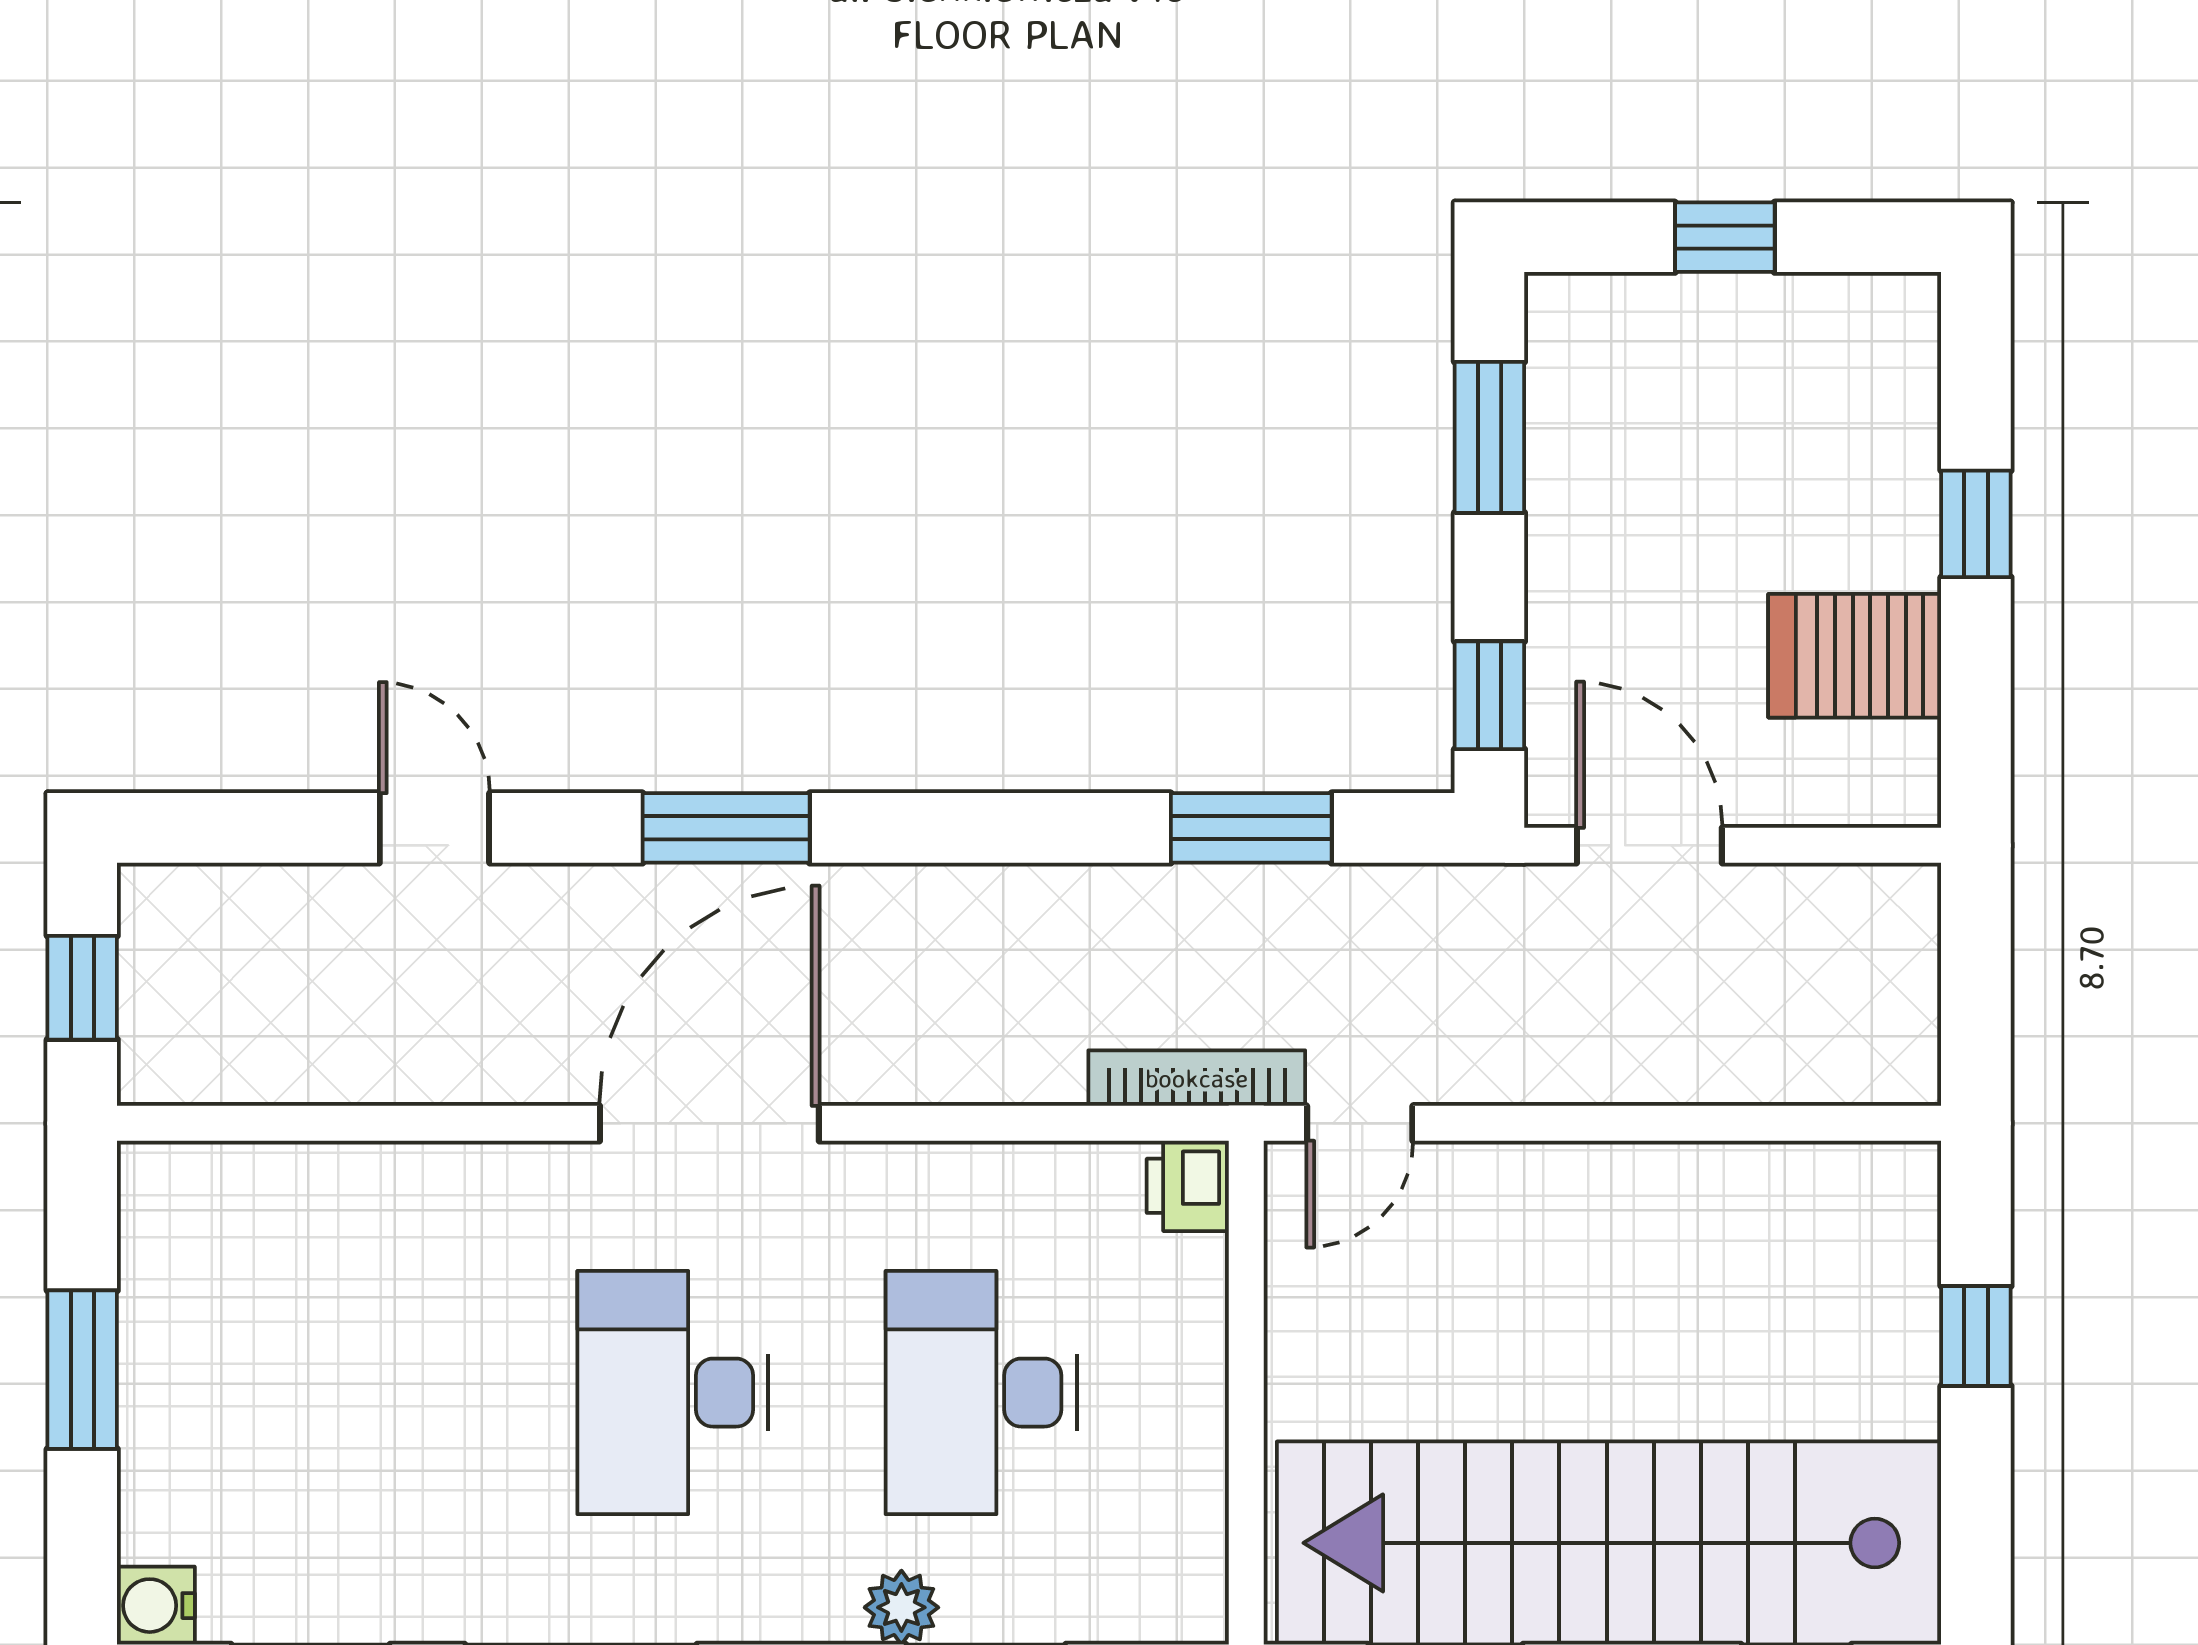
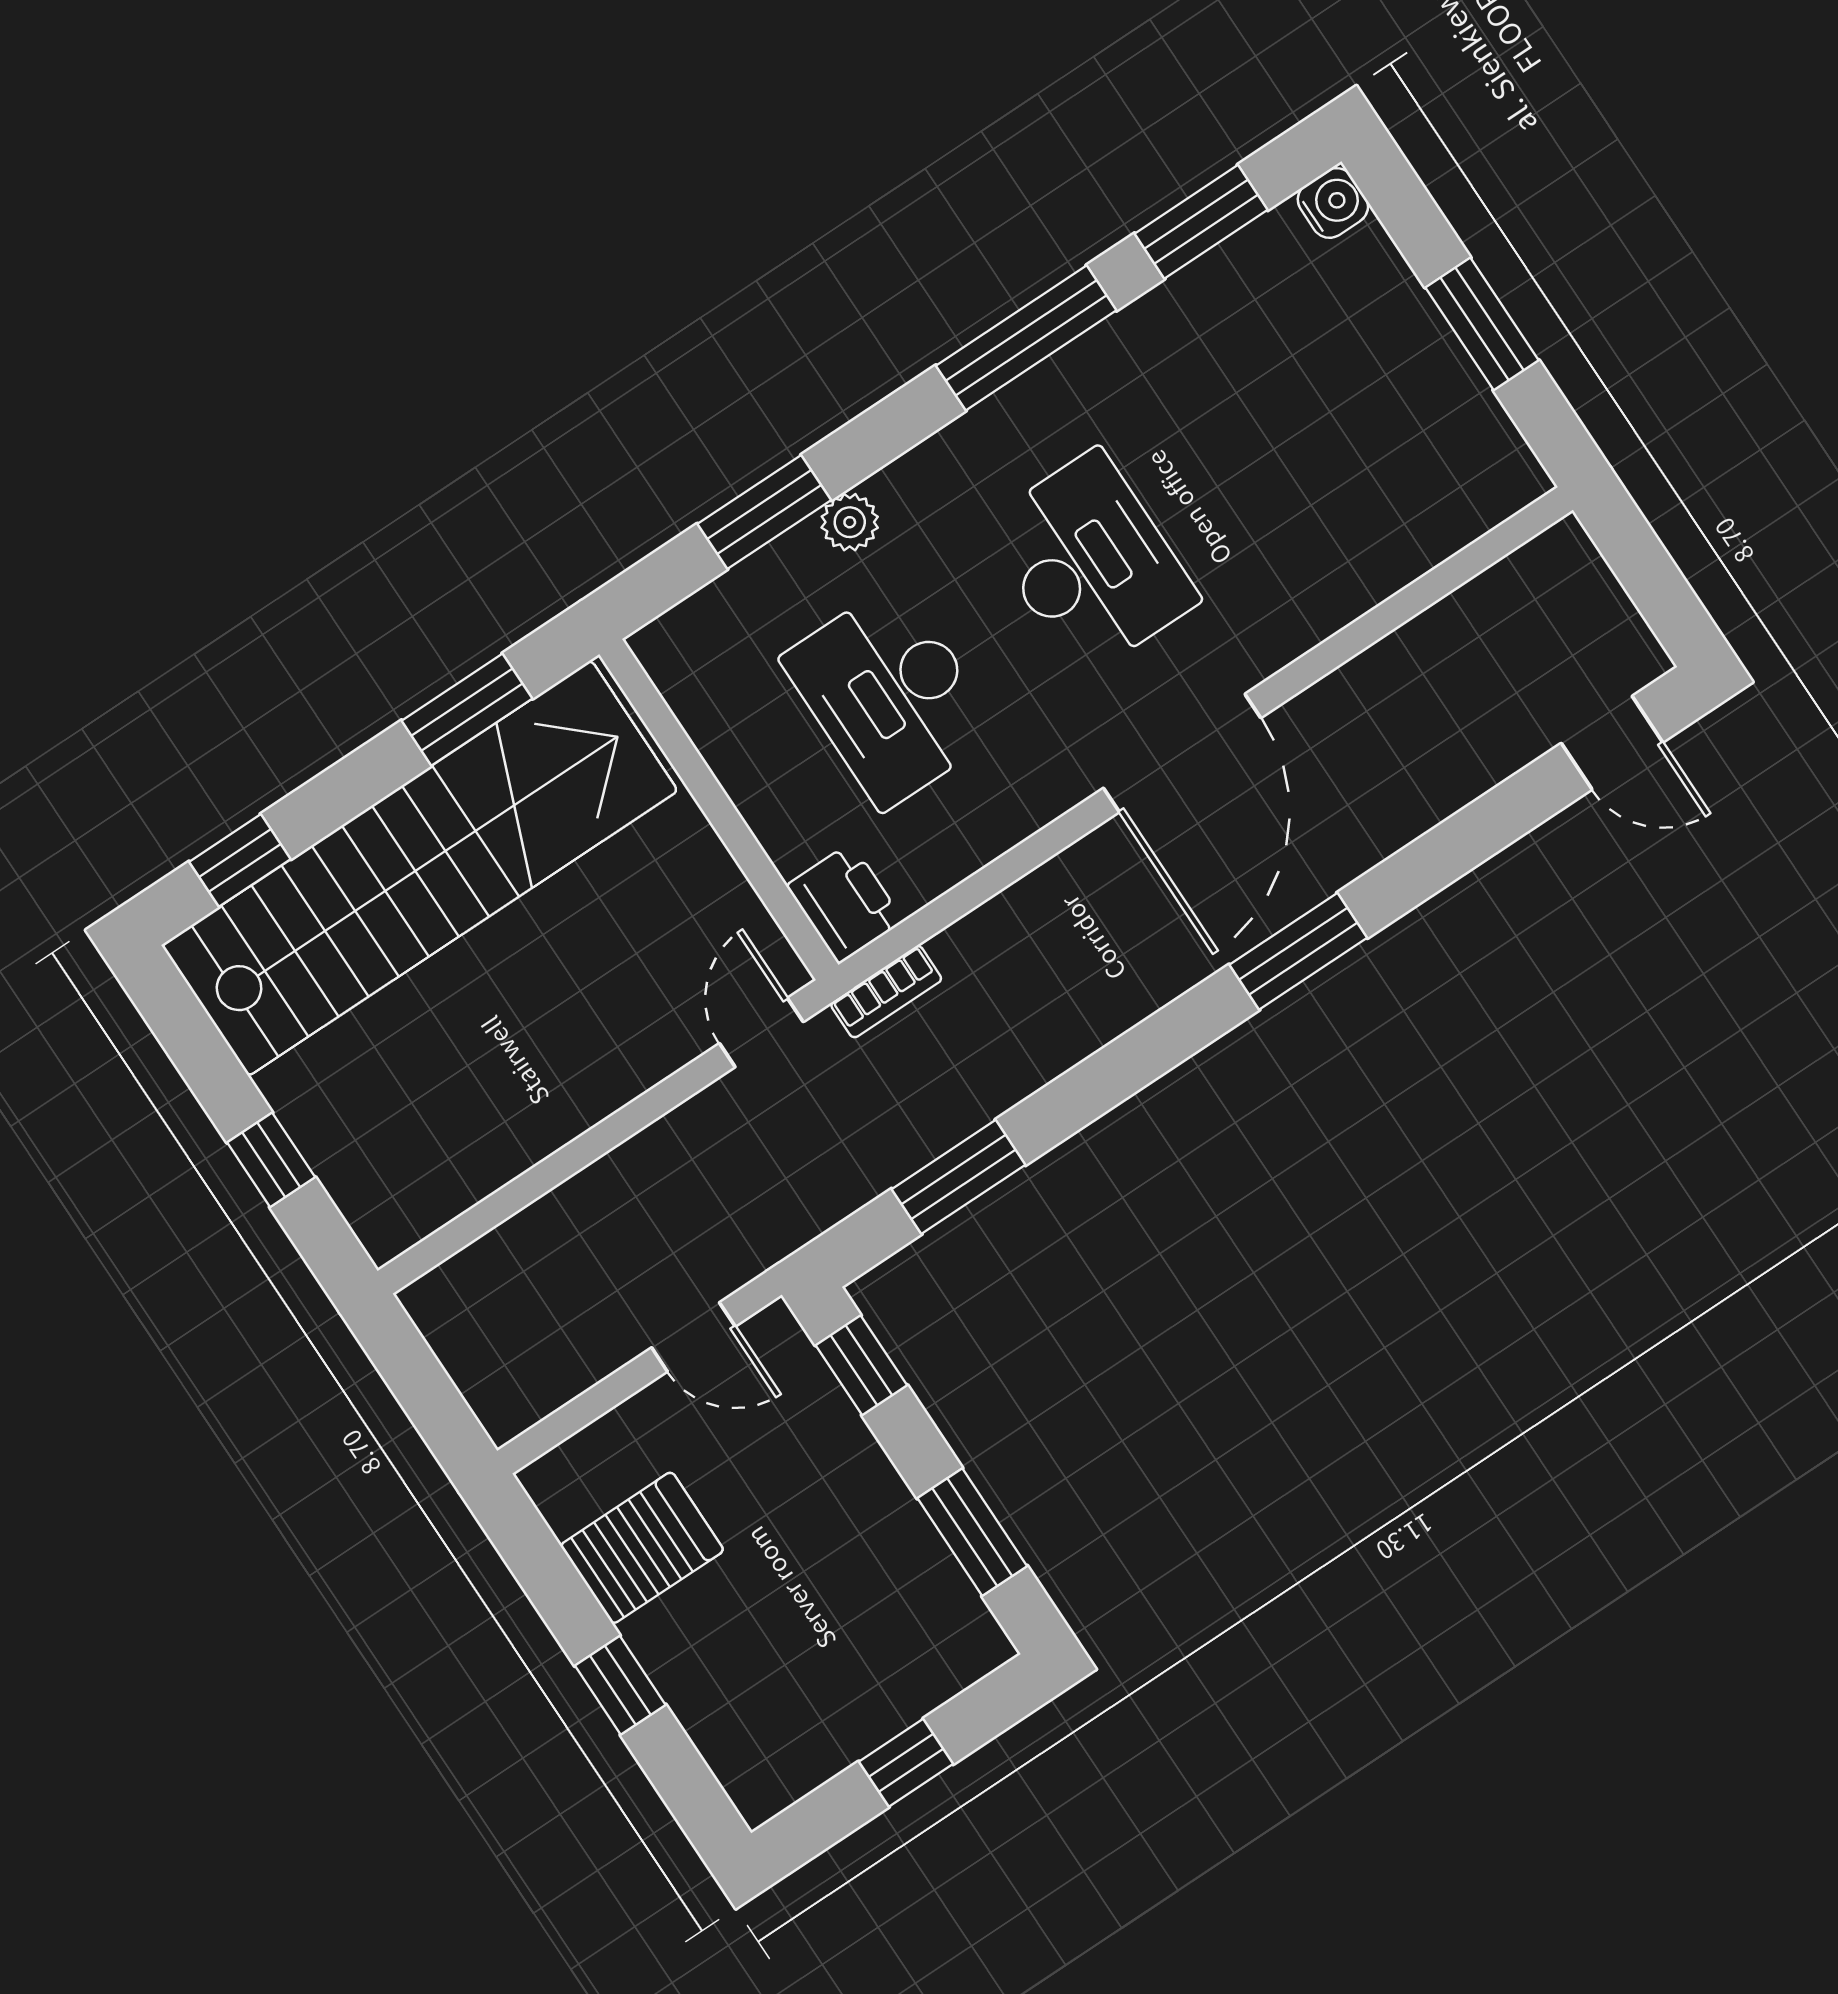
door: (434, 828) -> (1612, 743), moved
door: (1649, 845) -> (693, 1337), width x0.73
window: (82, 988) -> (1646, 571), removed
bookcase: (1197, 1078) -> (886, 992), width x0.64
printer: (1188, 1186) -> (845, 903), width x1.36, depth x1.24
desk: (981, 1393) -> (890, 696), turned 180

